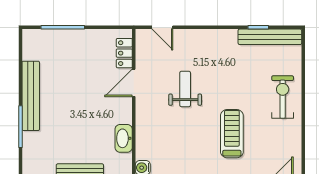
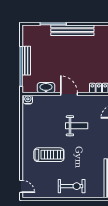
door: (134, 83) -> (69, 94), moved

